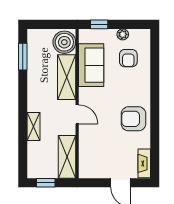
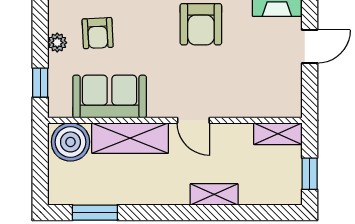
armchair: (128, 58) -> (98, 33), turned 87
door: (77, 114) -> (193, 120), swing flipped
shelving: (67, 157) -> (278, 134), width x0.67, depth x0.75

